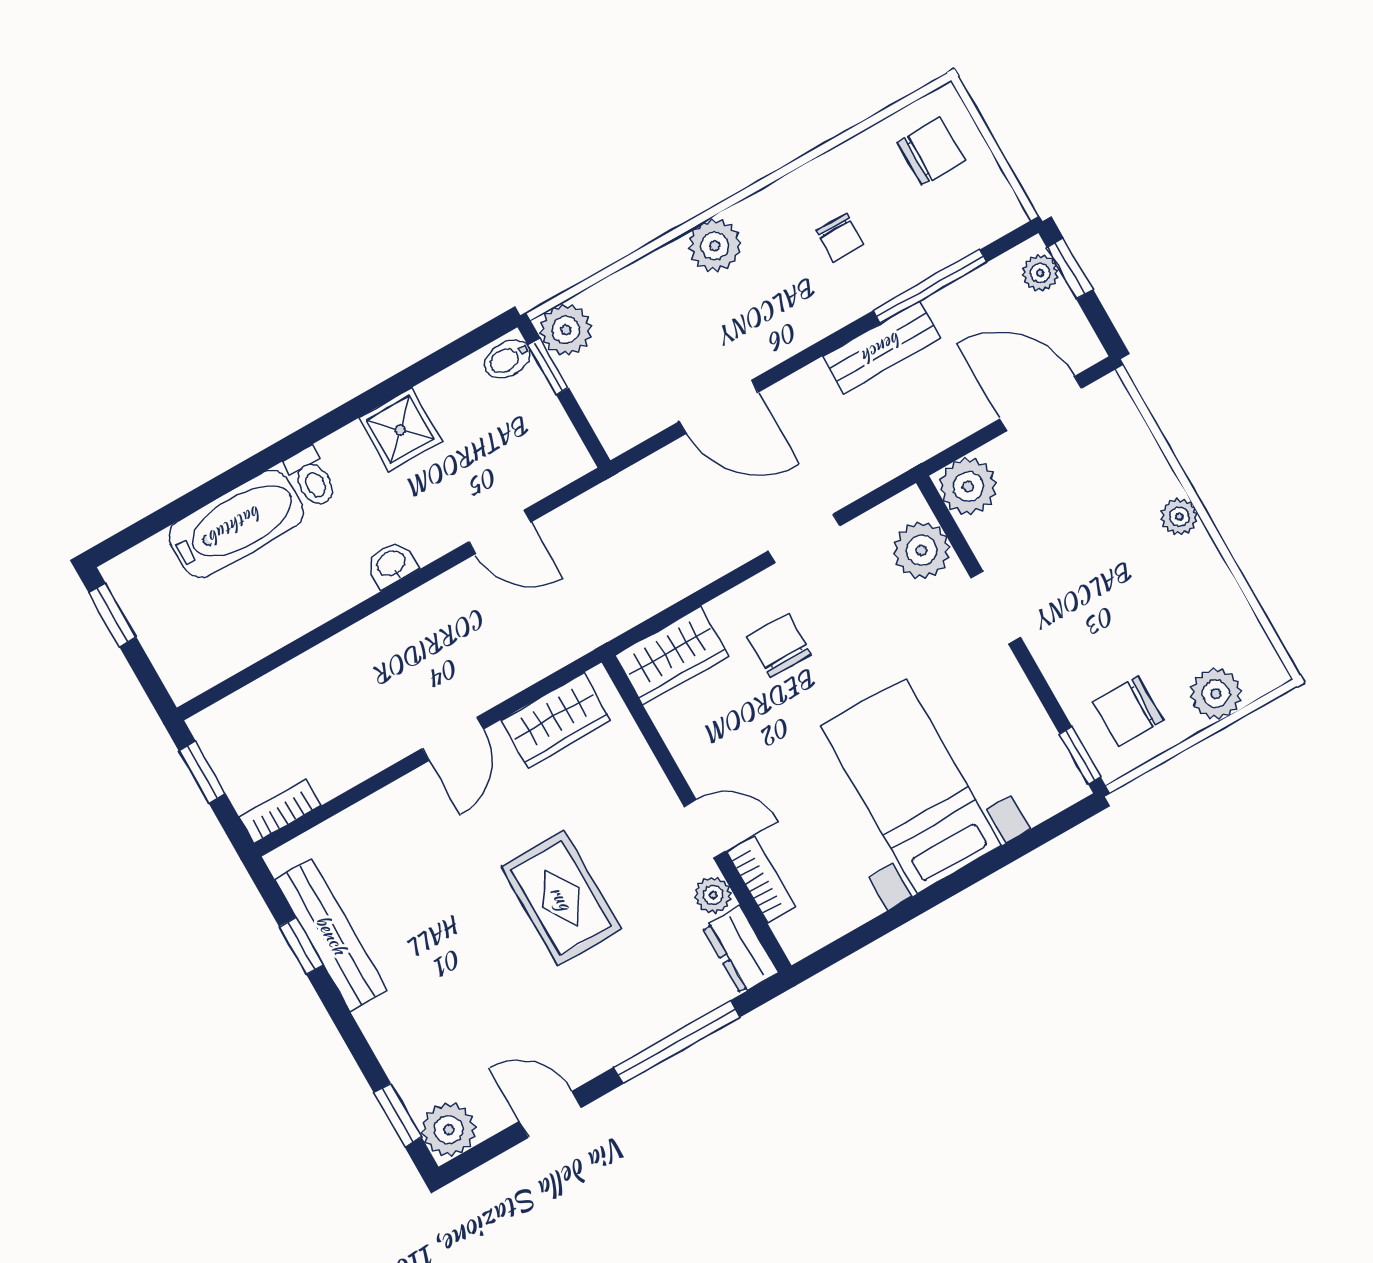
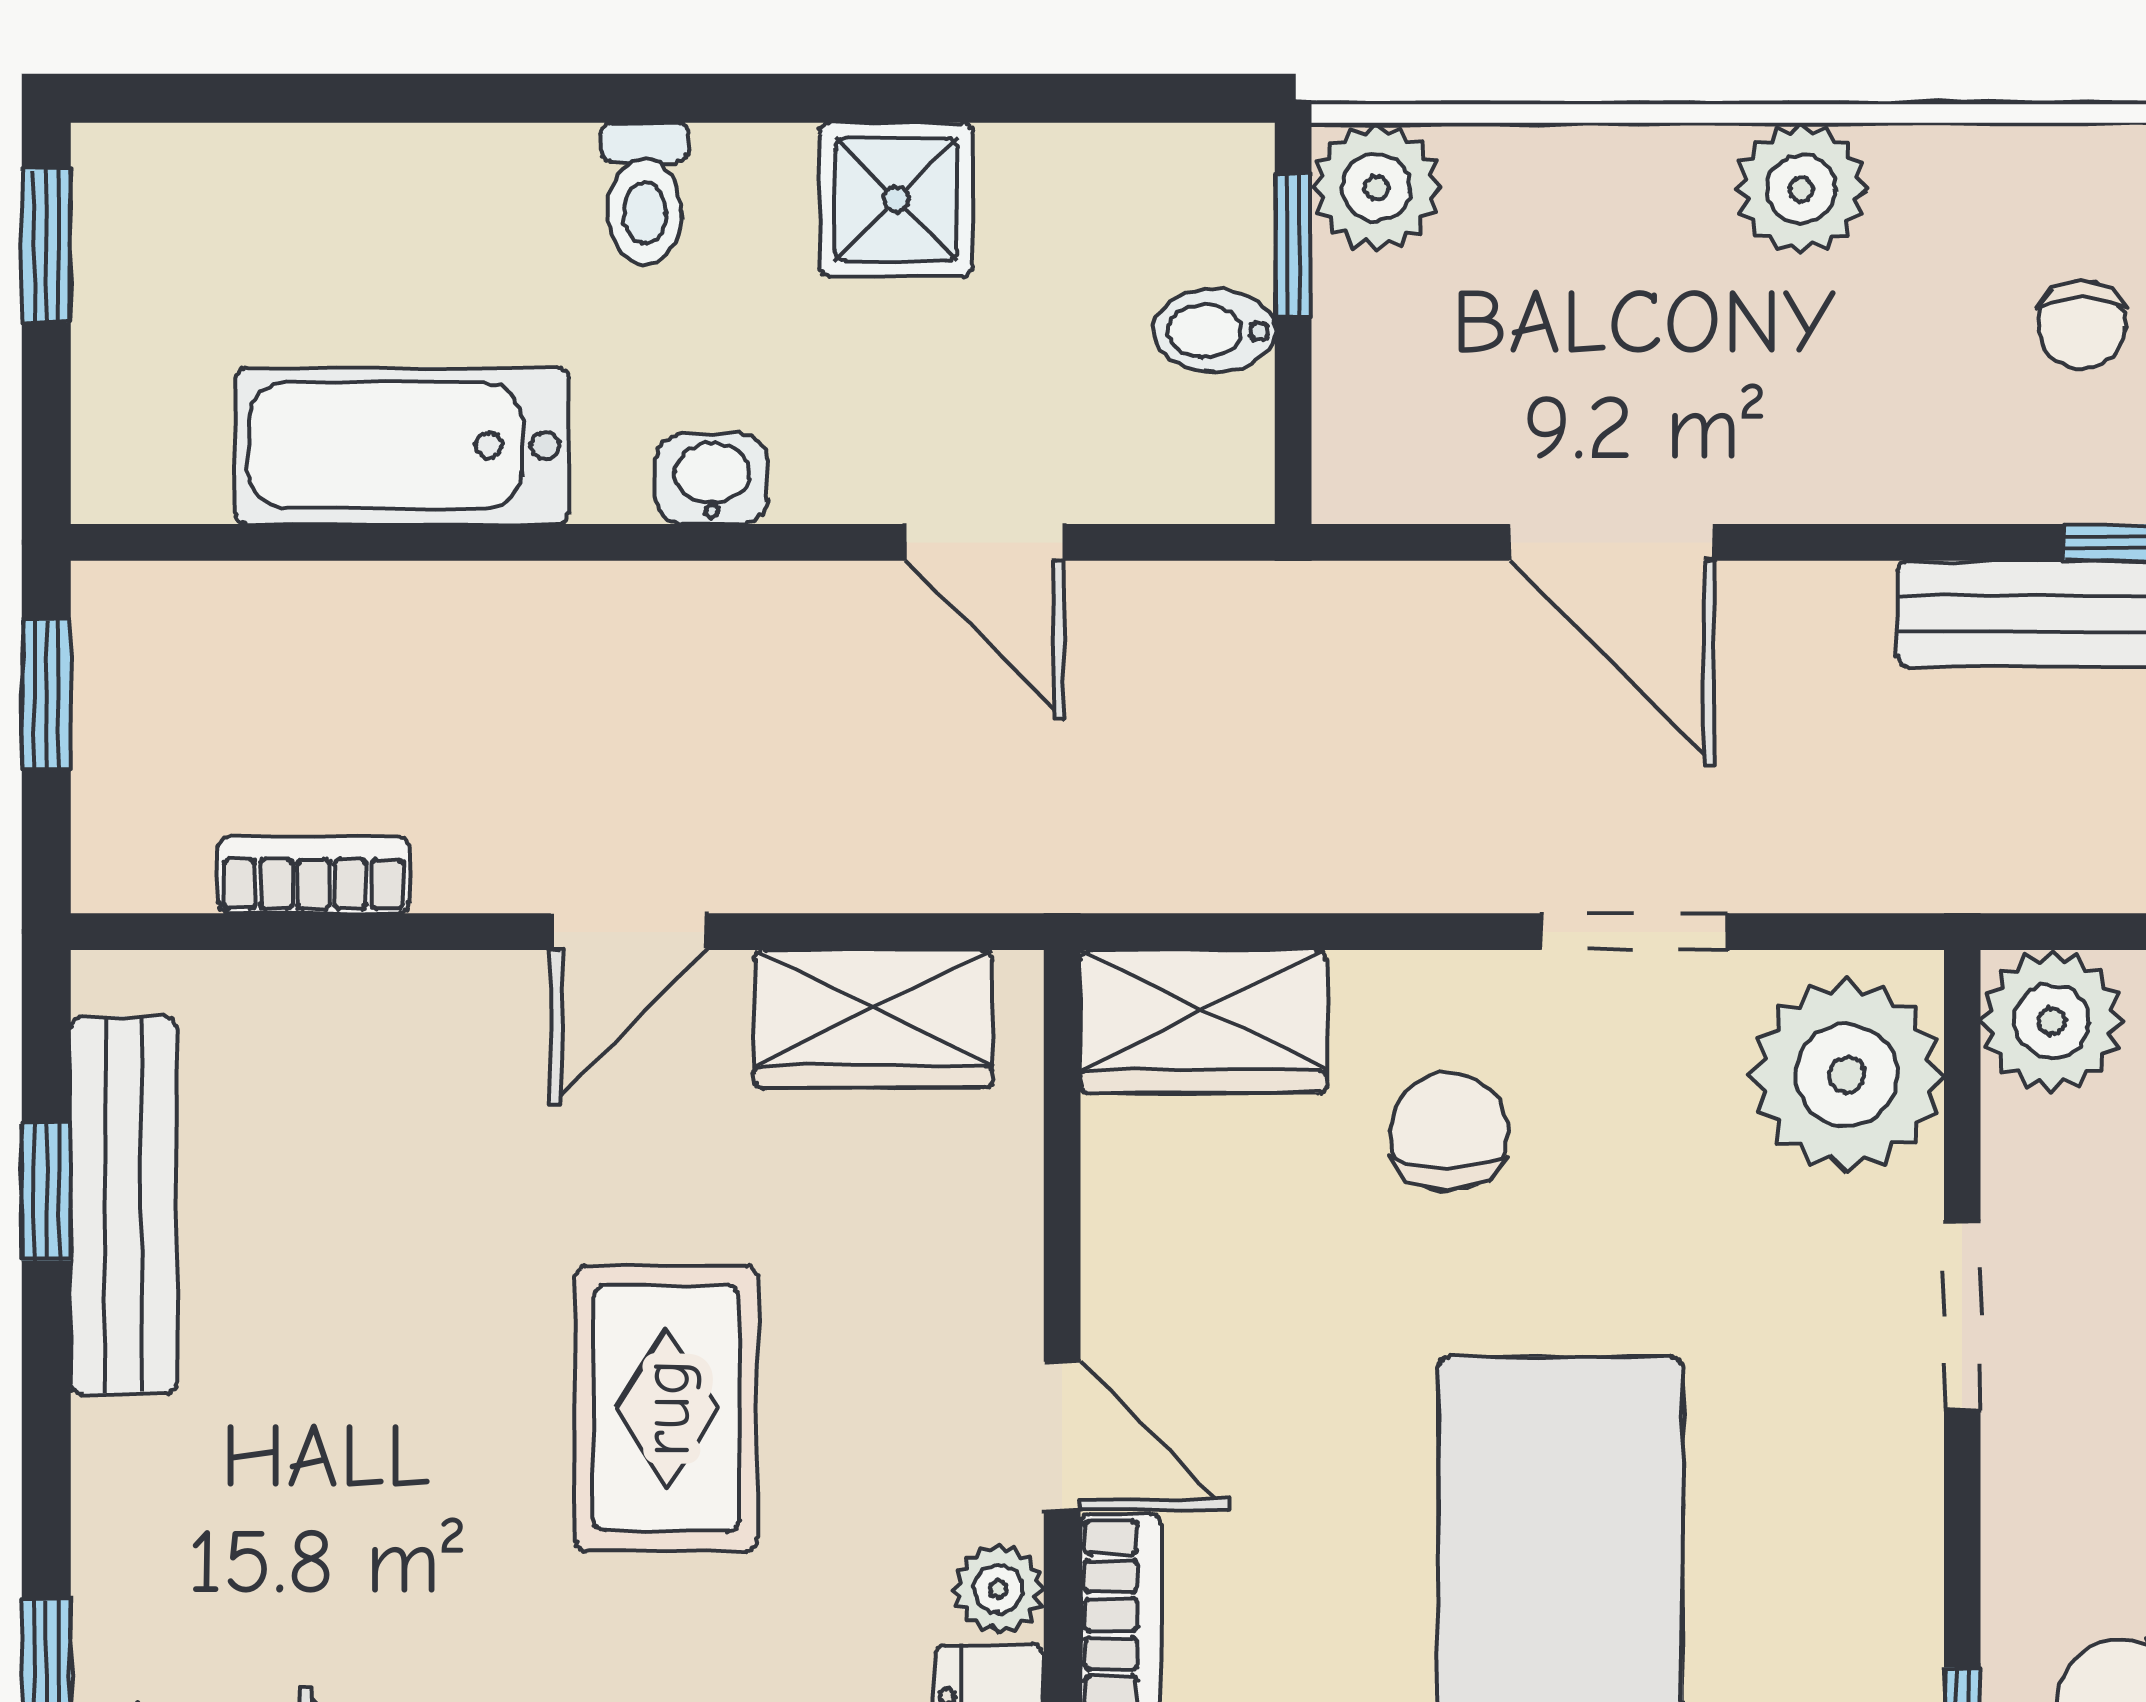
bidet: (507, 359) -> (1214, 331), moved
bathtub: (236, 524) -> (402, 446), moved, turned 180
plant: (921, 550) -> (1846, 1075), width x1.36, depth x1.36
bookcase: (280, 811) -> (313, 875), moved

